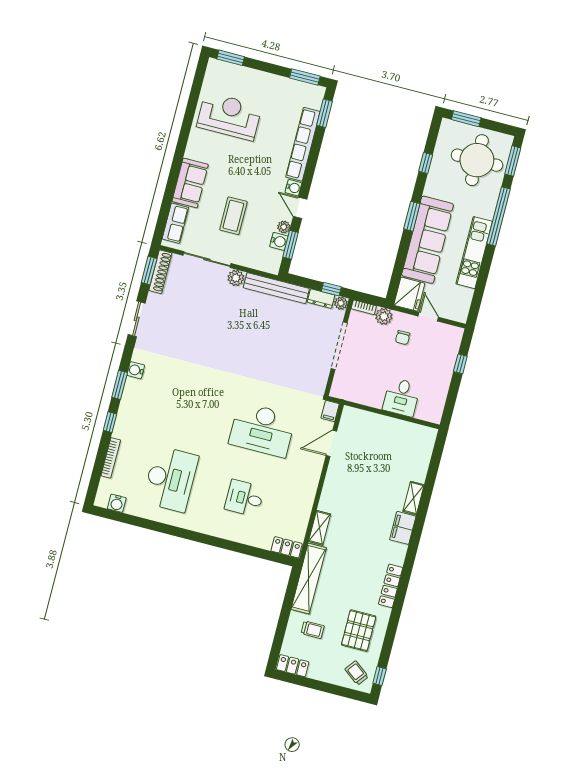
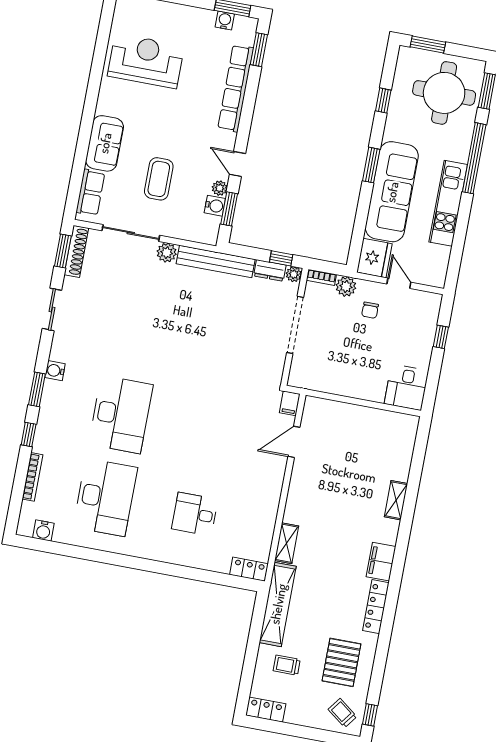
water cooler: (293, 188) -> (225, 21), moved, turned -90
desk: (401, 397) -> (406, 387), moved
desk: (262, 430) -> (121, 414), moved, turned -90
filing cabinet: (403, 528) -> (381, 562), moved
trolley: (313, 630) -> (287, 665), turned 180

